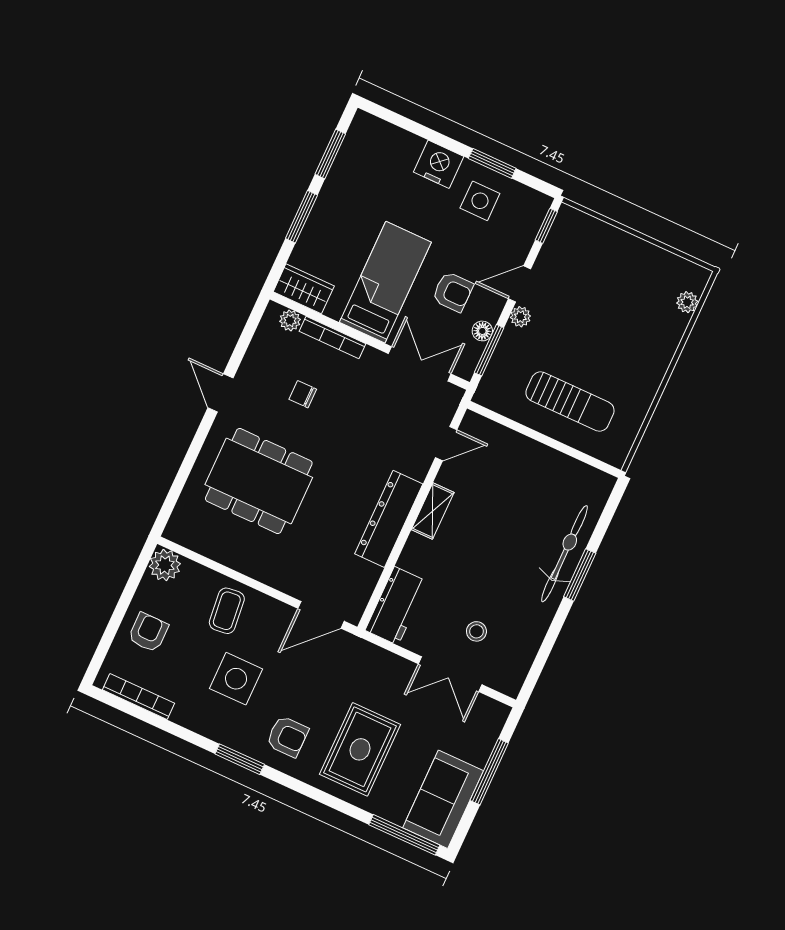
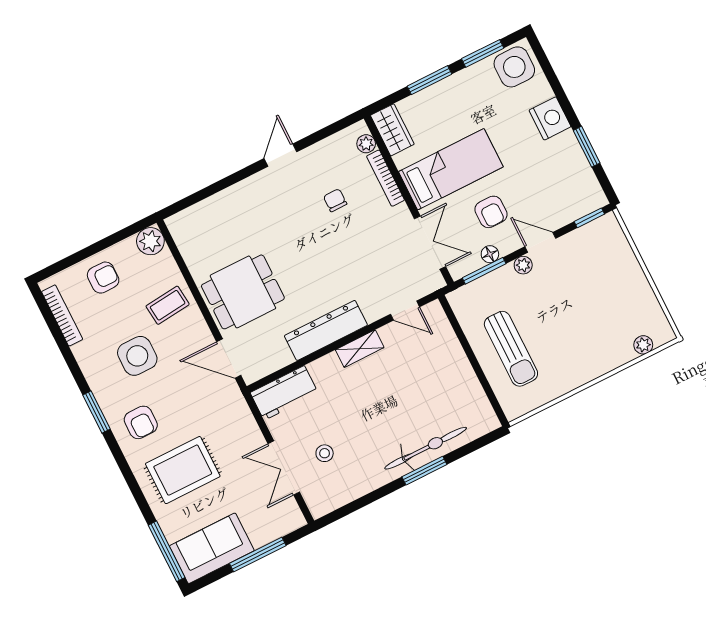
side table: (480, 201) -> (514, 67), moved, width x1.37, depth x1.37
dining table: (259, 481) -> (243, 292), moved, width x0.73

